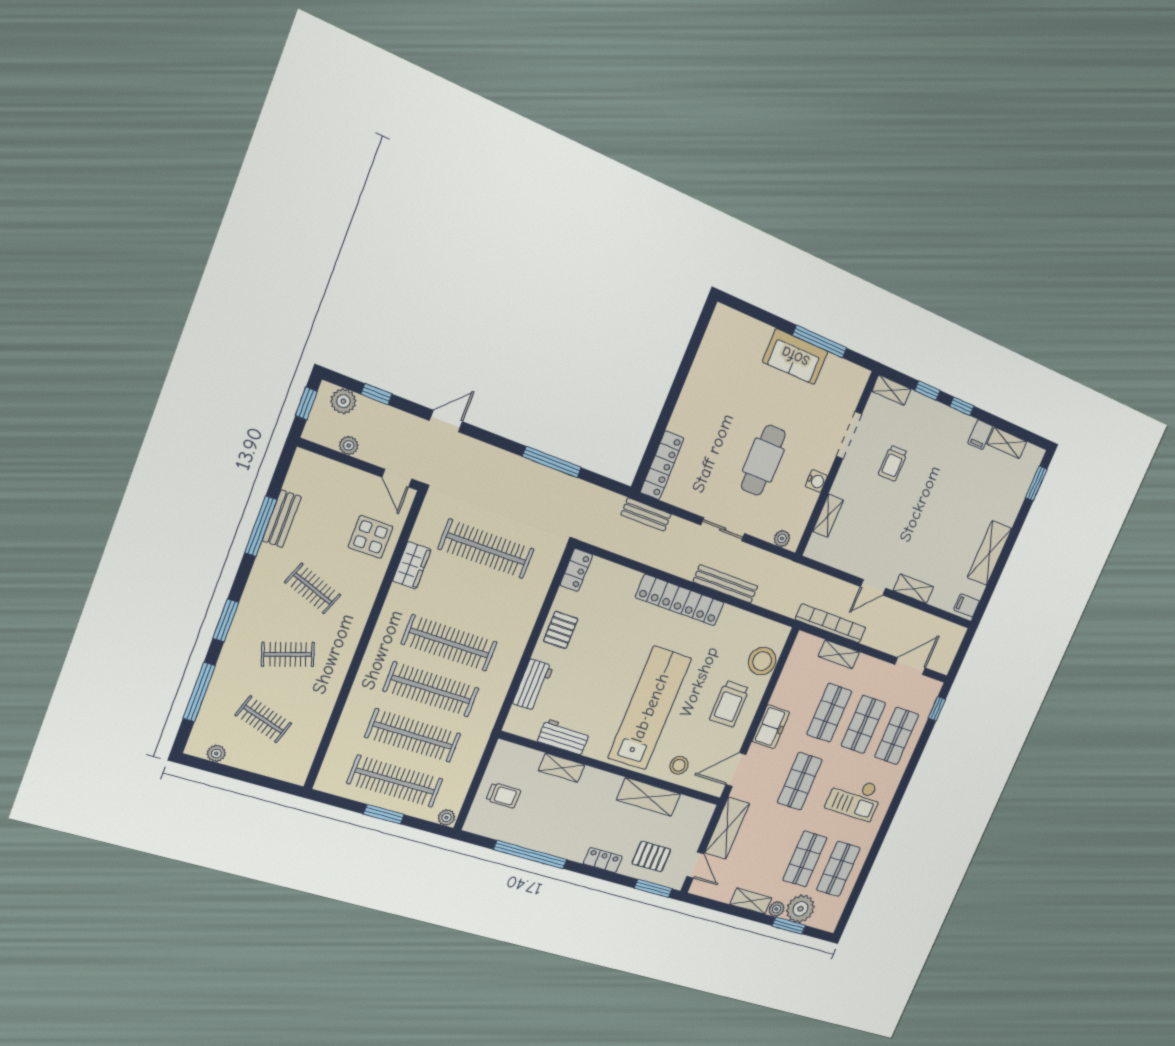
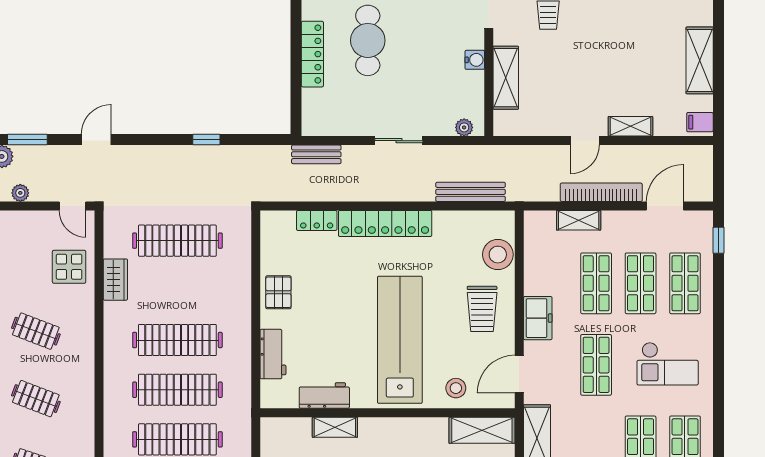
window: (376, 394) -> (27, 139), width x1.50
cafe table: (763, 460) -> (368, 40), moved
window: (552, 462) -> (206, 139), width x0.46
locker: (662, 465) -> (312, 54), moved
shelving: (828, 516) -> (506, 78), width x1.50, depth x1.33
locker: (576, 570) -> (317, 220), moved, turned 90
bench: (725, 584) -> (471, 192), moved
bookcase: (831, 623) -> (601, 192), moved
clothes rail: (288, 654) -> (36, 399), turned 39
shelving: (648, 797) -> (482, 430), moved

